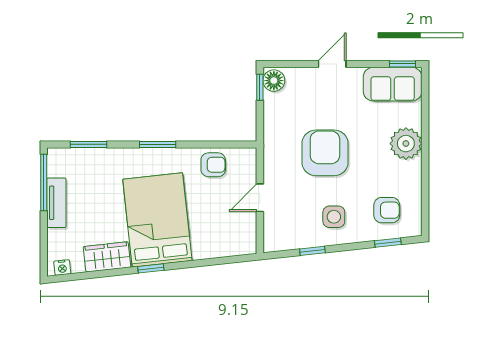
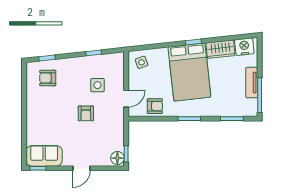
plant: (406, 144) -> (36, 119), removed
armchair: (325, 153) -> (86, 113), width x0.53, depth x0.53
armchair: (213, 165) -> (155, 106), turned 180
door: (260, 198) -> (126, 99), moved
side table: (334, 217) -> (97, 85), moved
side table: (235, 236) -> (142, 62), added
nightstand: (62, 268) -> (244, 47), width x1.89, depth x1.79

